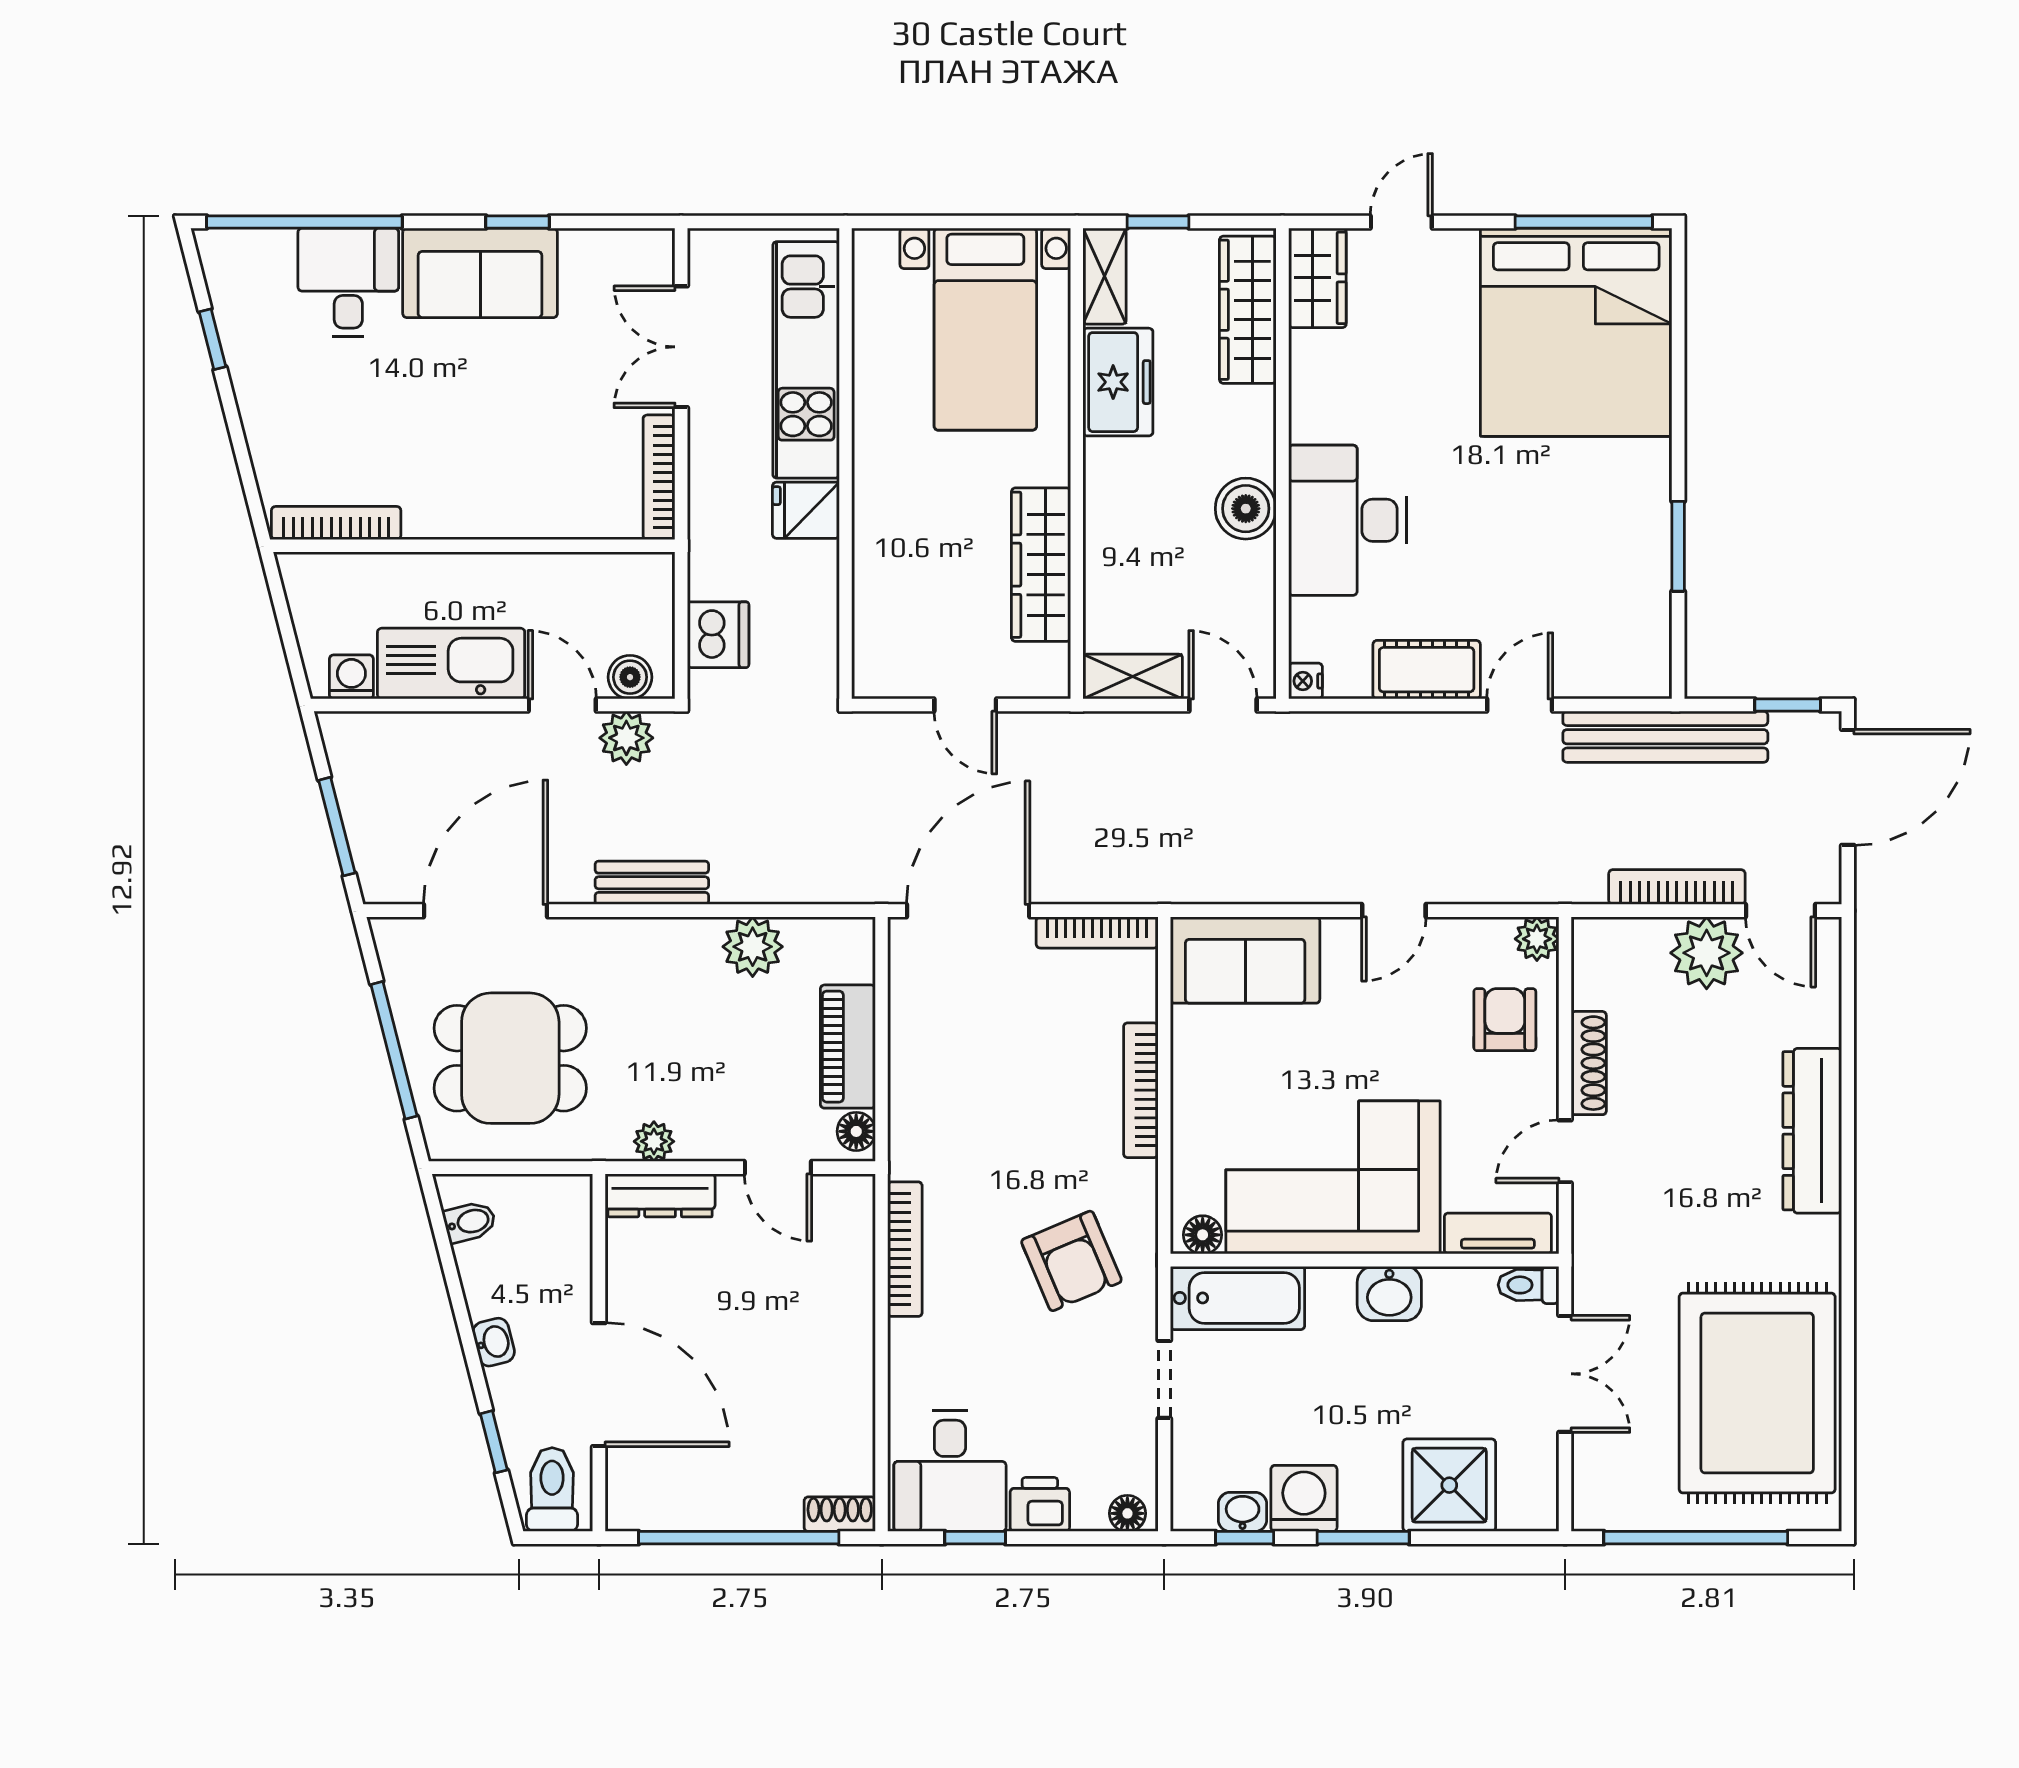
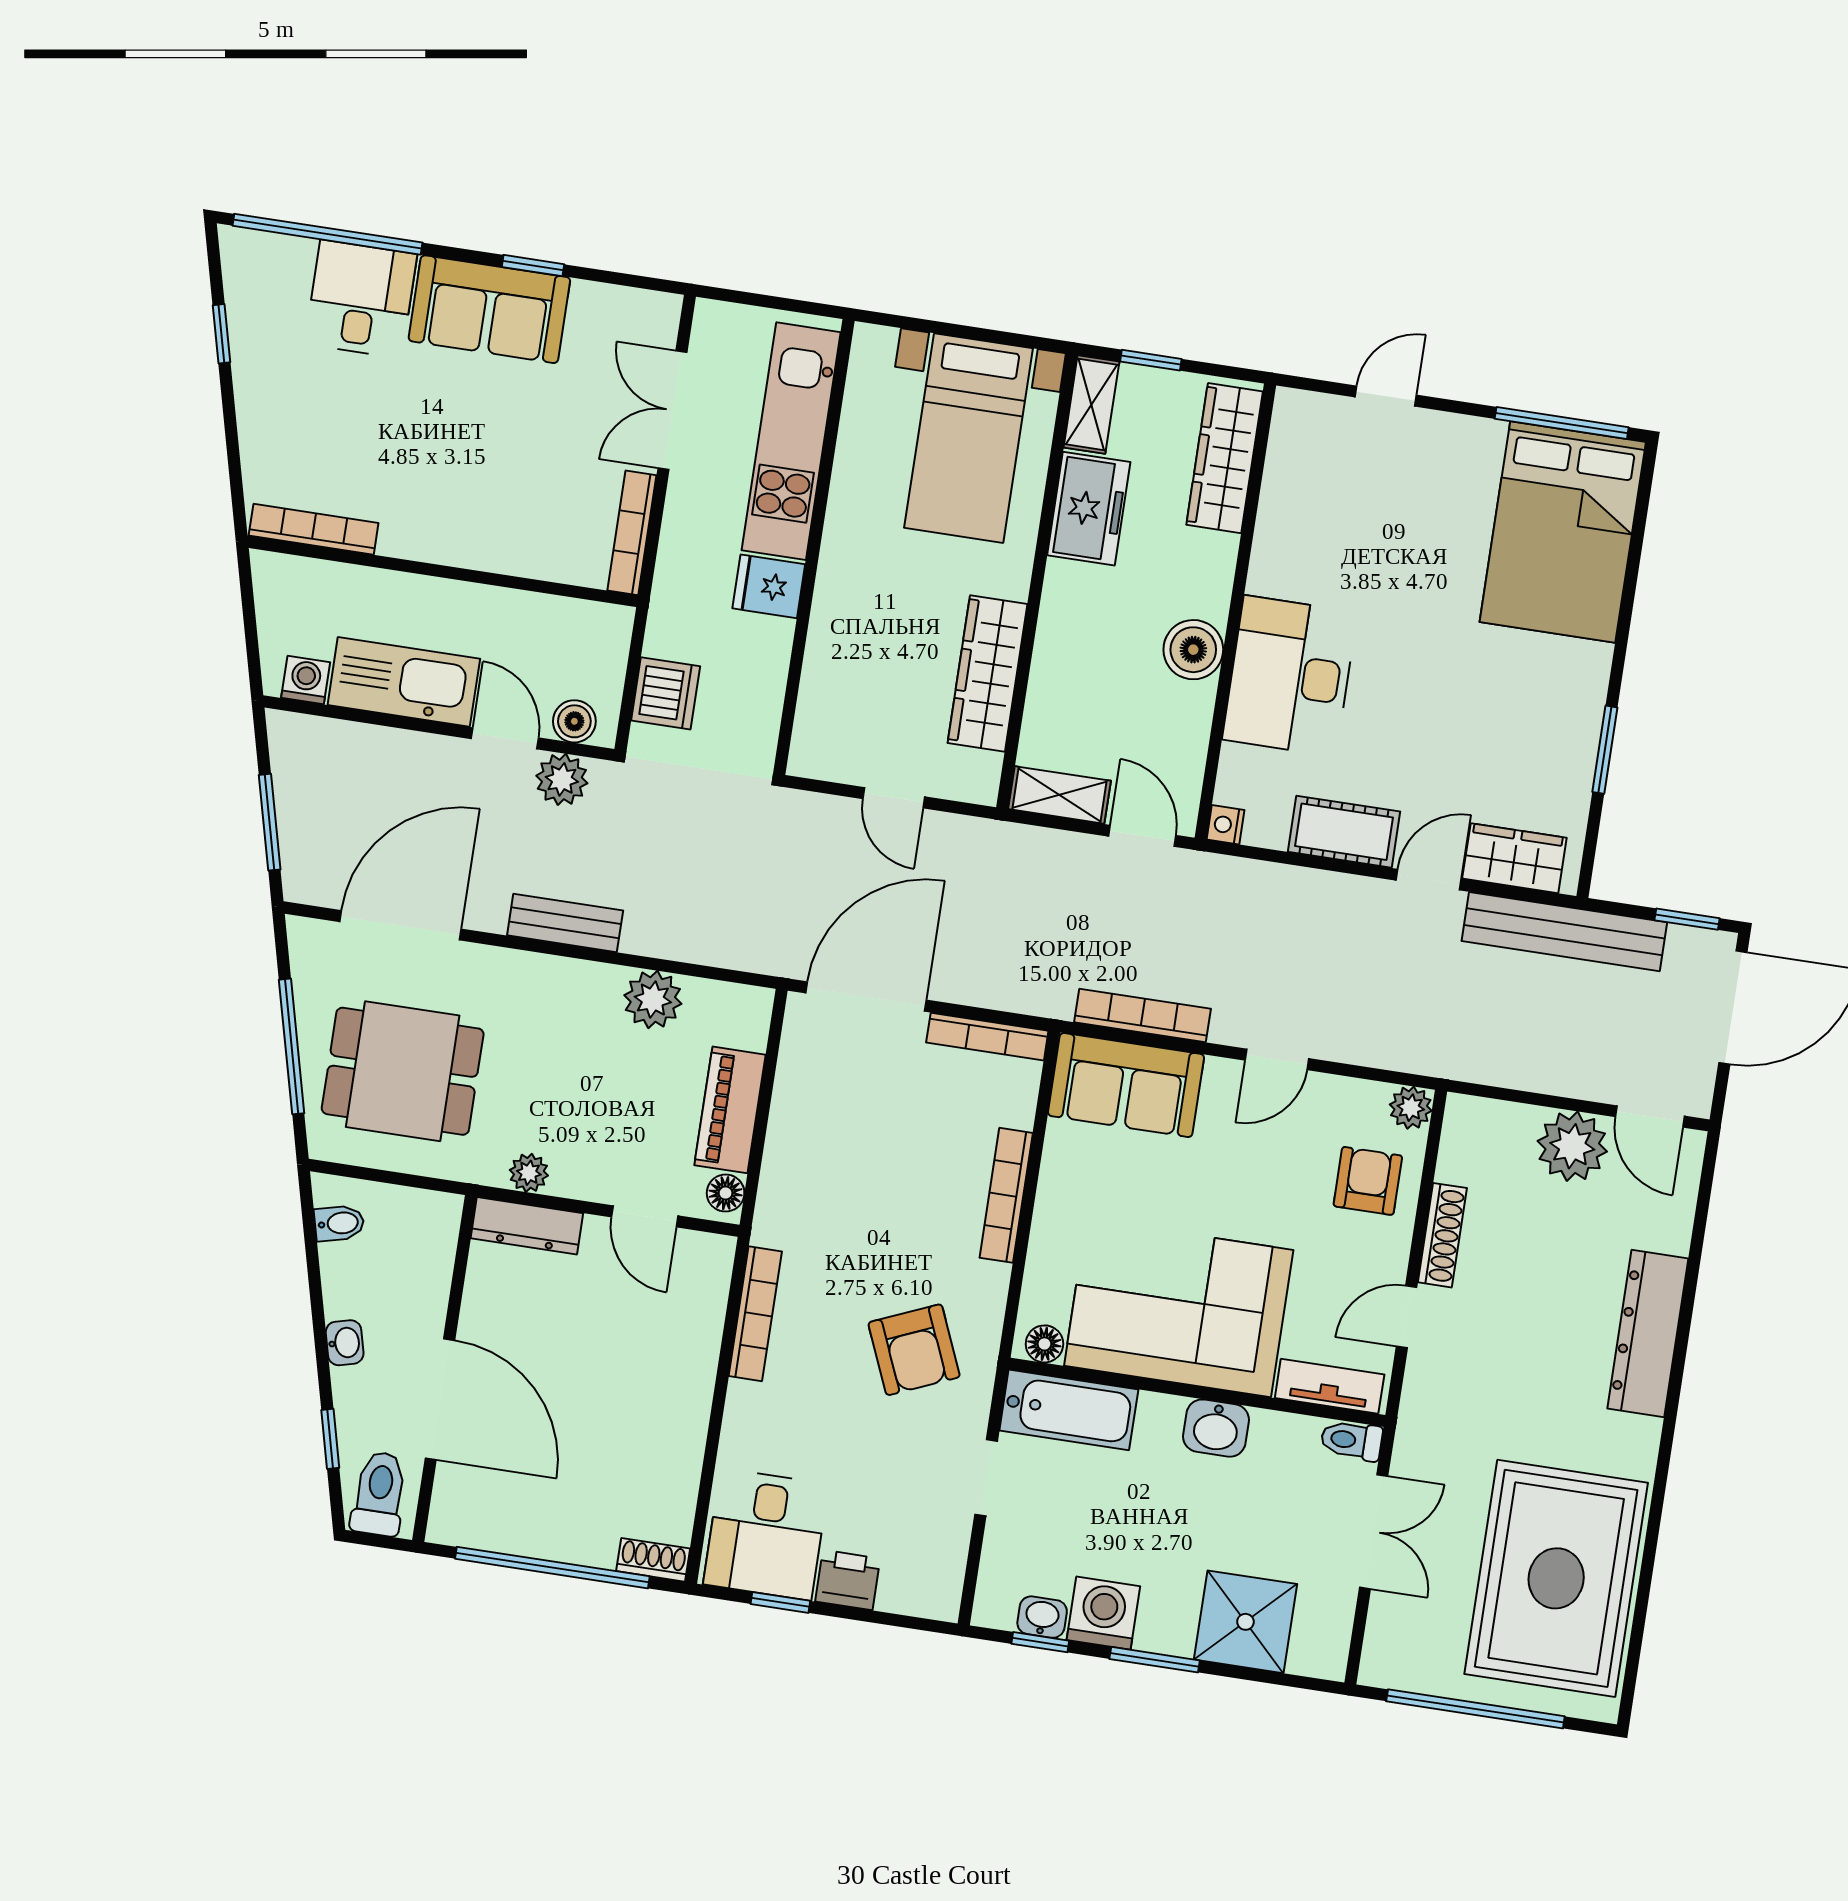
wardrobe: (1317, 278) -> (1514, 858), moved, turned -90
bed: (1576, 332) -> (1563, 532), width x0.73
bookcase: (1677, 887) -> (1143, 1015), moved
floor lamp: (1127, 1513) -> (931, 1602), removed

